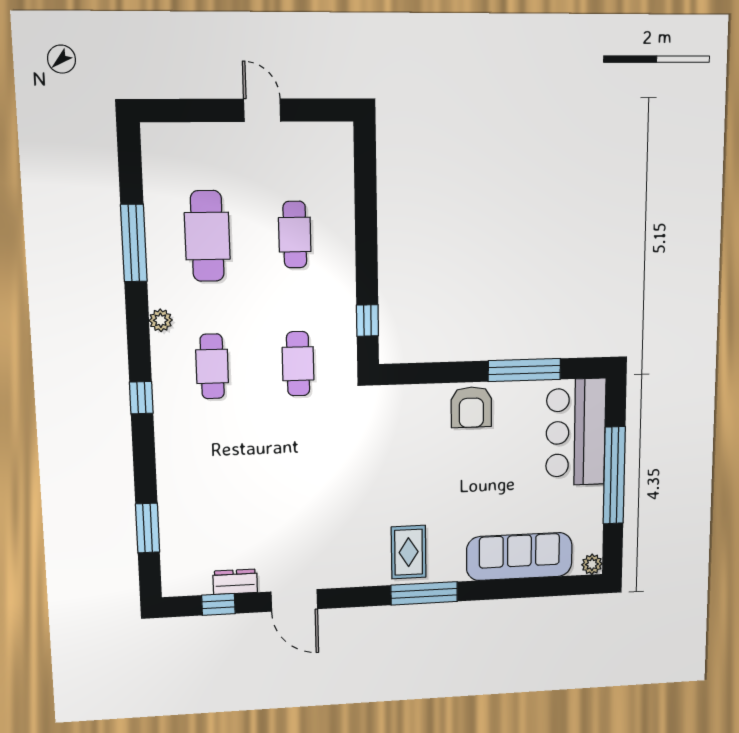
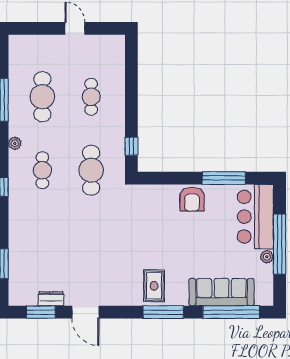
cafe table: (298, 364) -> (91, 170), width x1.37, depth x1.35
plant: (592, 564) -> (267, 257), moved
window: (535, 587) -> (231, 312), added
window: (218, 604) -> (41, 312), width x1.50

